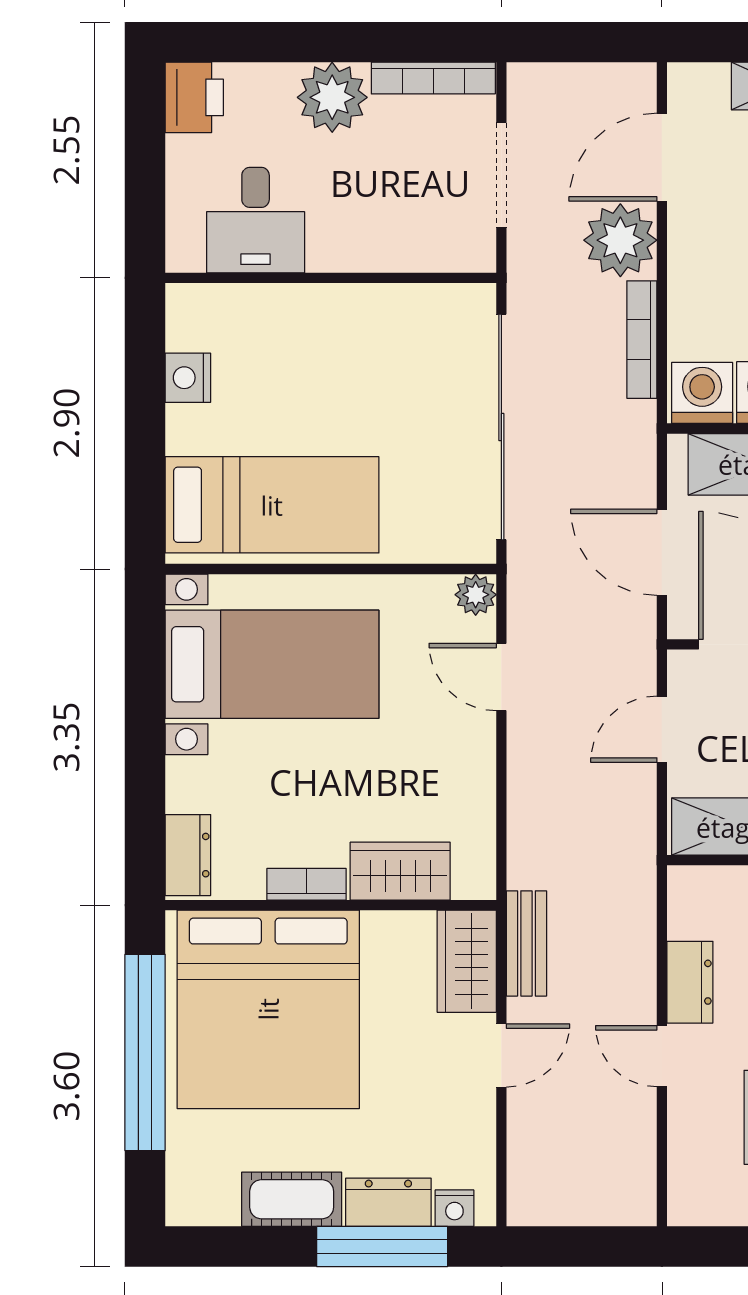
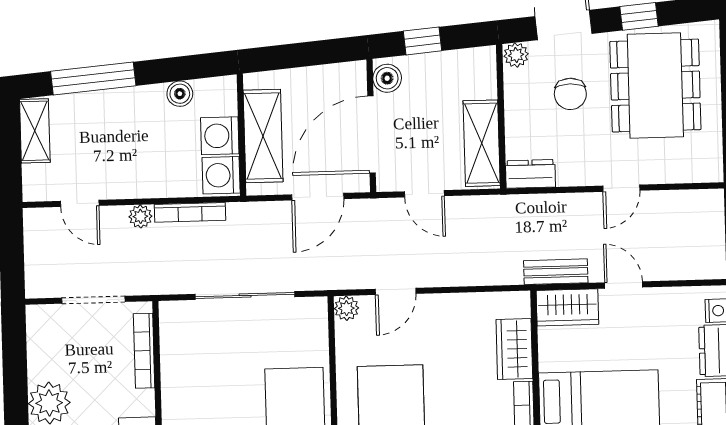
bookcase: (433, 78) -> (144, 351), moved, turned 180
door: (662, 157) -> (80, 203), width x0.73
plant: (620, 240) -> (140, 216), width x0.53, depth x0.53
sliding door: (501, 427) -> (245, 296), width x0.73
dresser: (690, 982) -> (530, 174), moved

